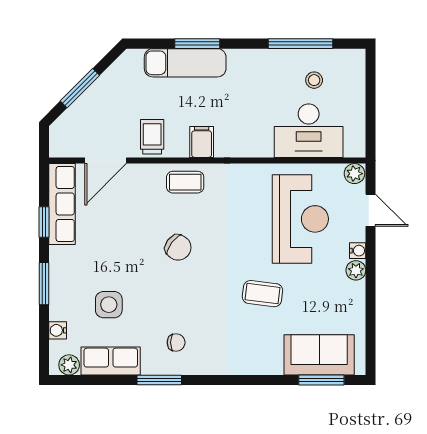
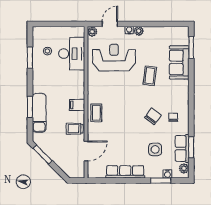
window: (300, 44) -> (30, 58), width x0.69
window: (80, 88) -> (43, 155), moved
door: (106, 160) -> (86, 151), hinge flipped
row of seats: (62, 204) -> (125, 172), moved
window: (44, 222) -> (115, 181), removed
chair: (178, 247) -> (153, 116), moved
window: (44, 284) -> (161, 181), moved
sofa: (319, 355) -> (179, 62), moved
window: (159, 380) -> (191, 147), moved

